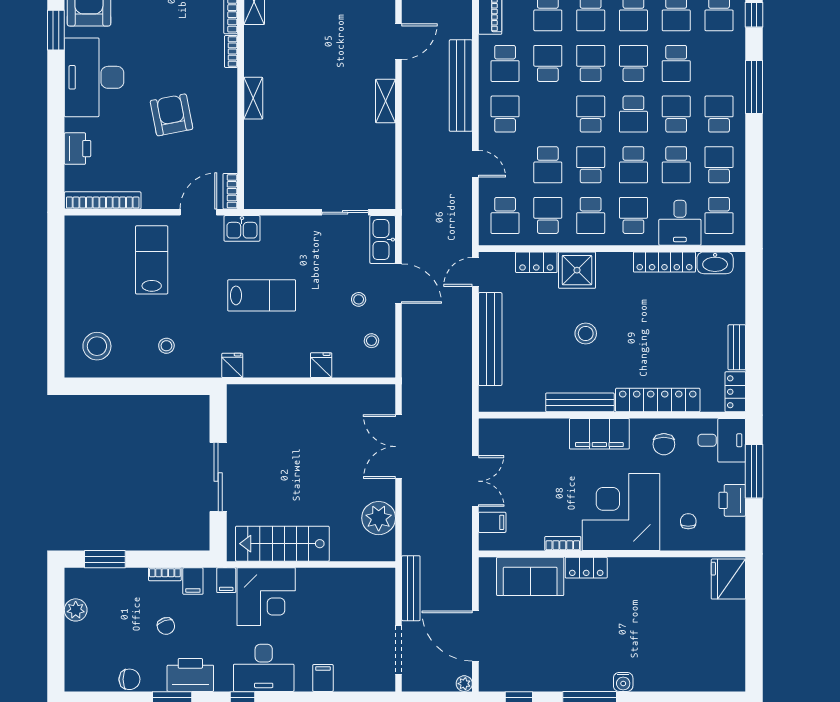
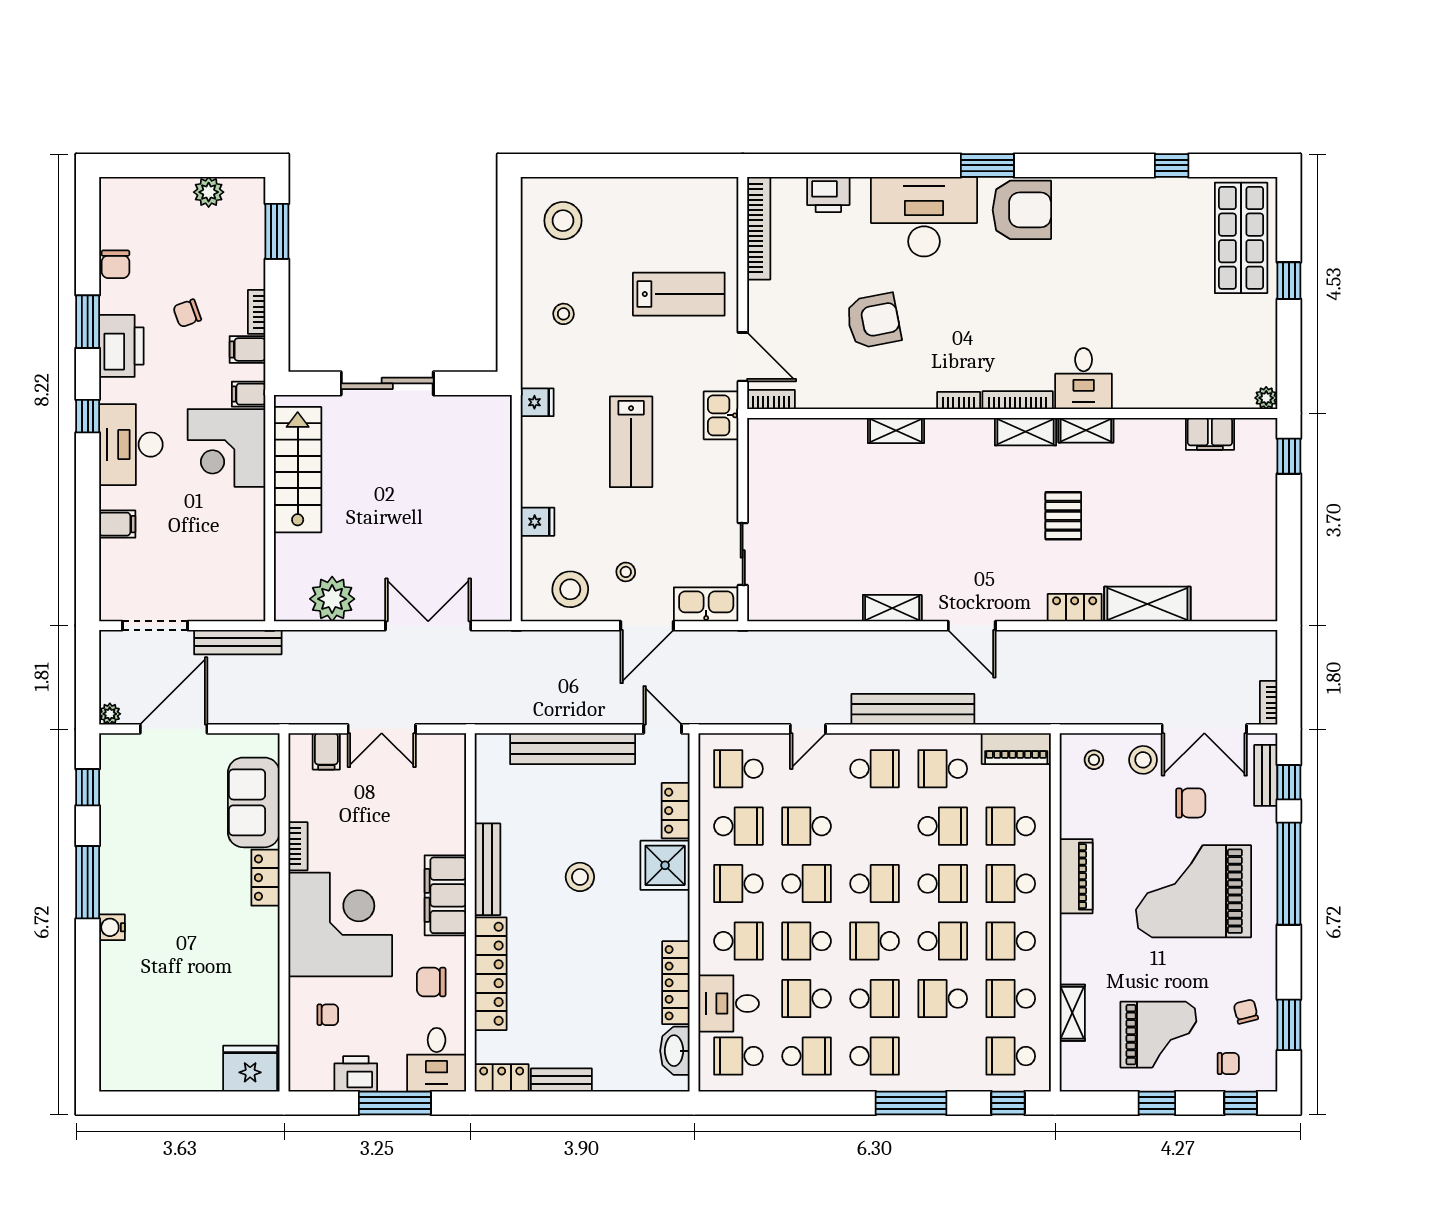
stool: (371, 341) -> (570, 589), width x1.89, depth x1.89

